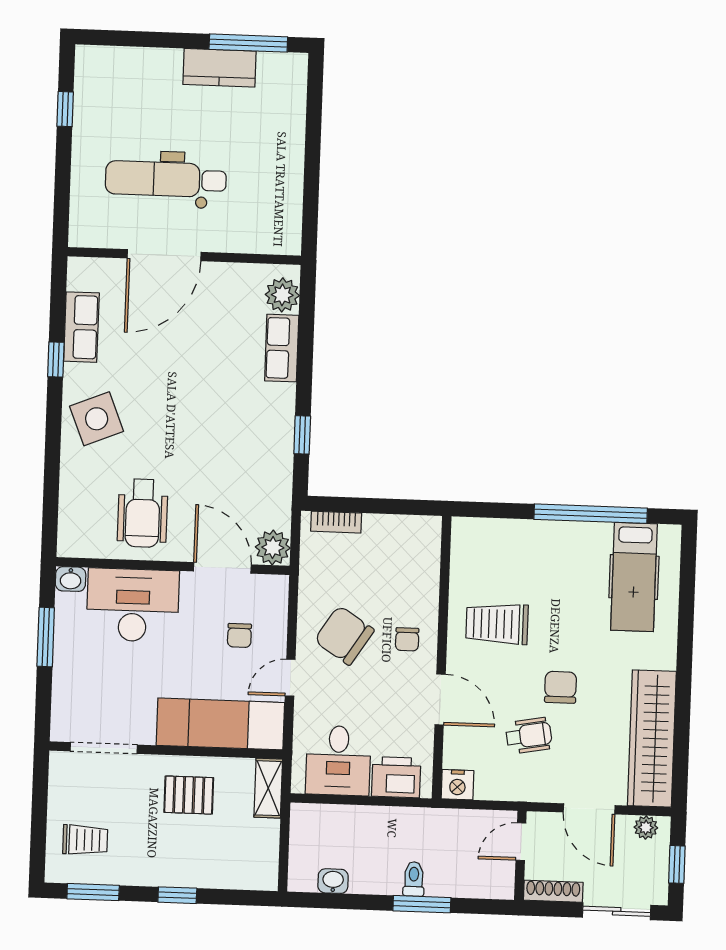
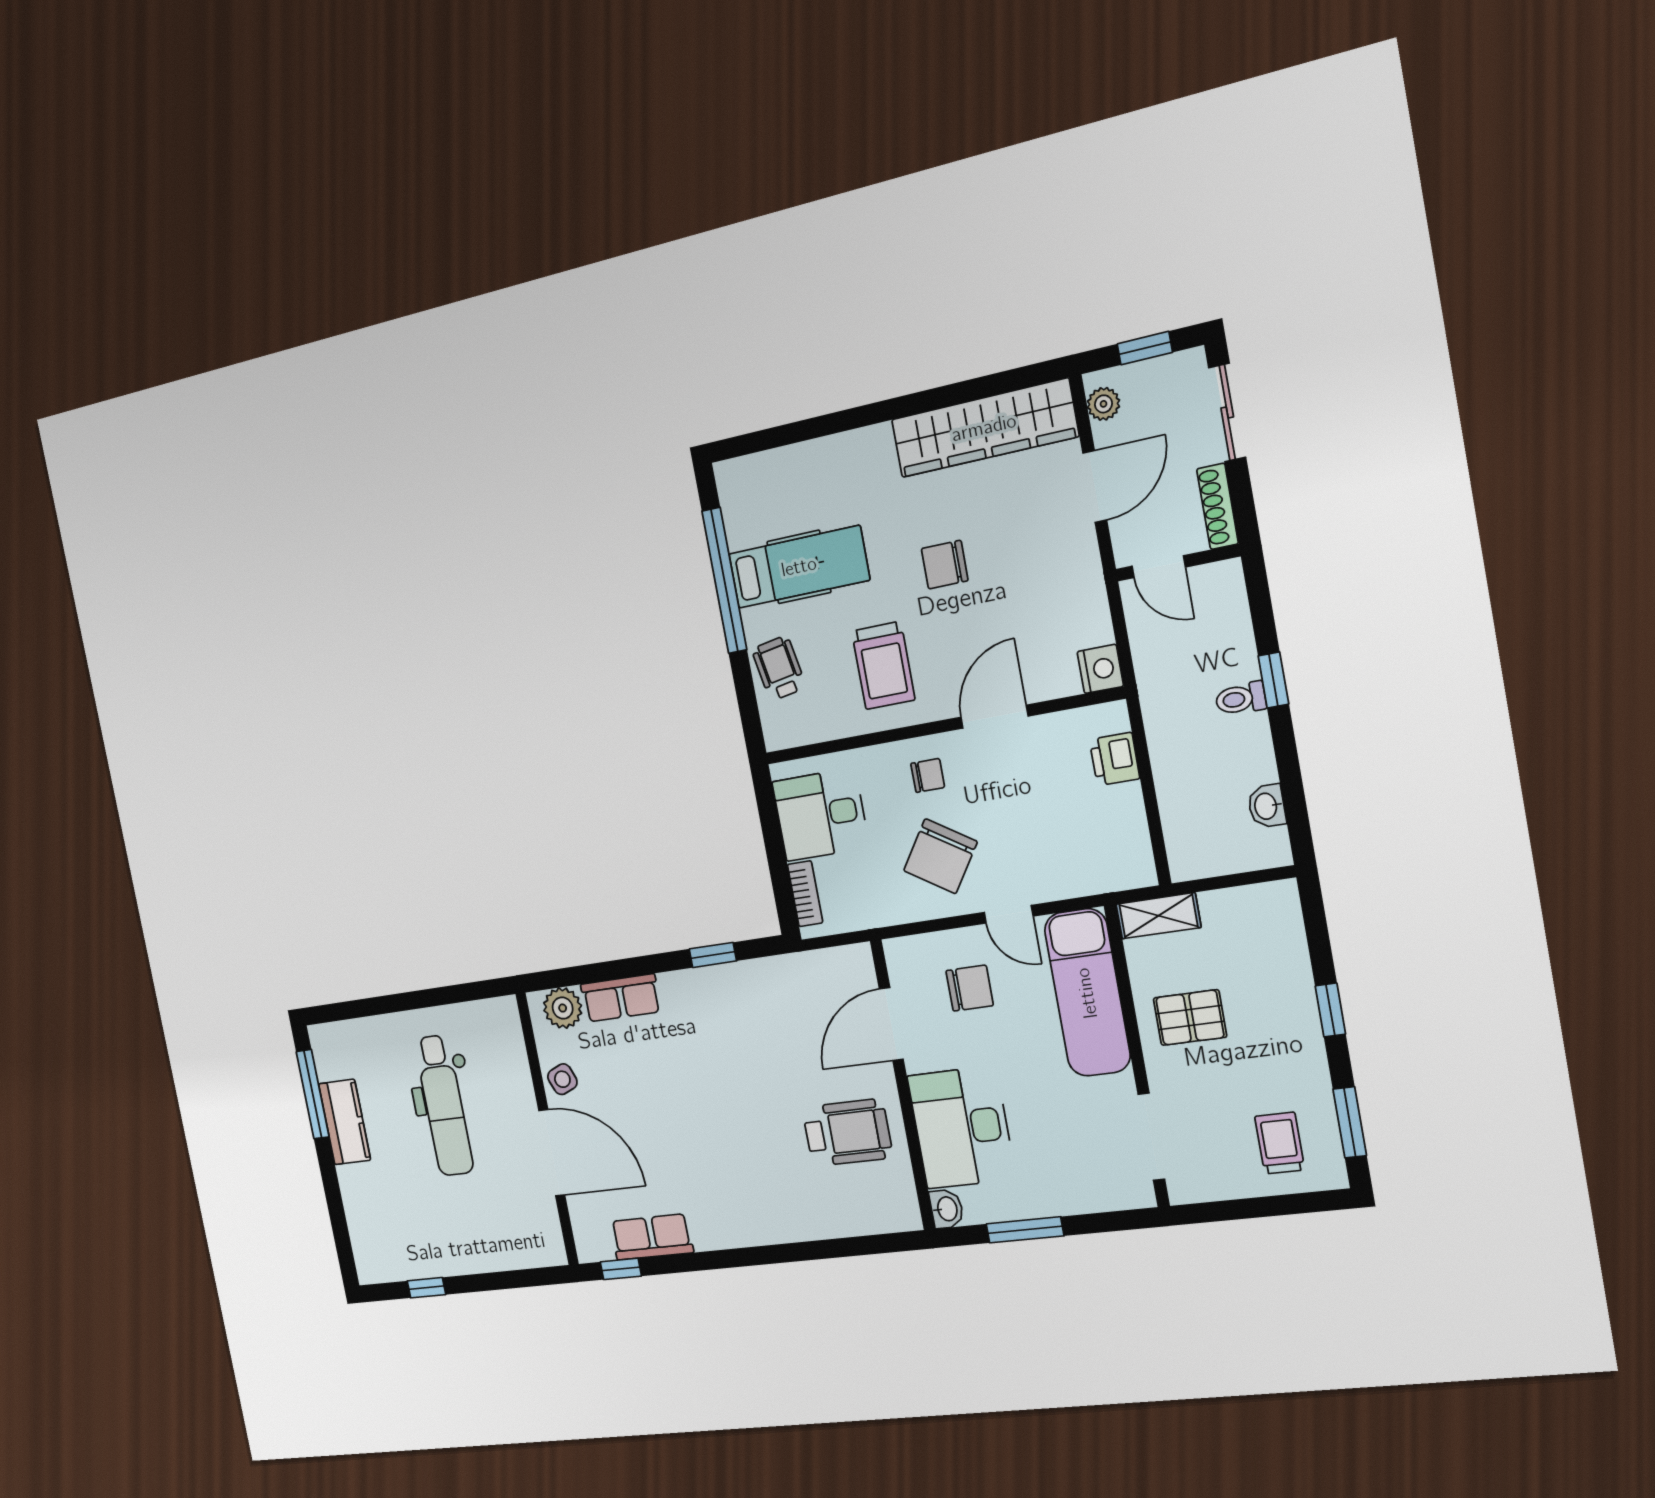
dental chair: (166, 179) -> (444, 1105), moved
window: (56, 360) -> (621, 1269), moved
side table: (97, 419) -> (562, 1079), moved, width x0.54, depth x0.54
plant: (273, 548) -> (853, 966), removed
hospital bed: (634, 577) -> (799, 567), moved
chair: (239, 635) -> (970, 988), width x1.37, depth x1.37
wheelchair: (529, 736) -> (779, 668), moved
desk: (338, 761) -> (821, 815), moved, turned 180
printer: (396, 777) -> (1115, 759), width x0.73, depth x0.81
pallet: (189, 795) -> (1190, 1018), turned 90
window: (422, 904) -> (1273, 680), width x0.67

